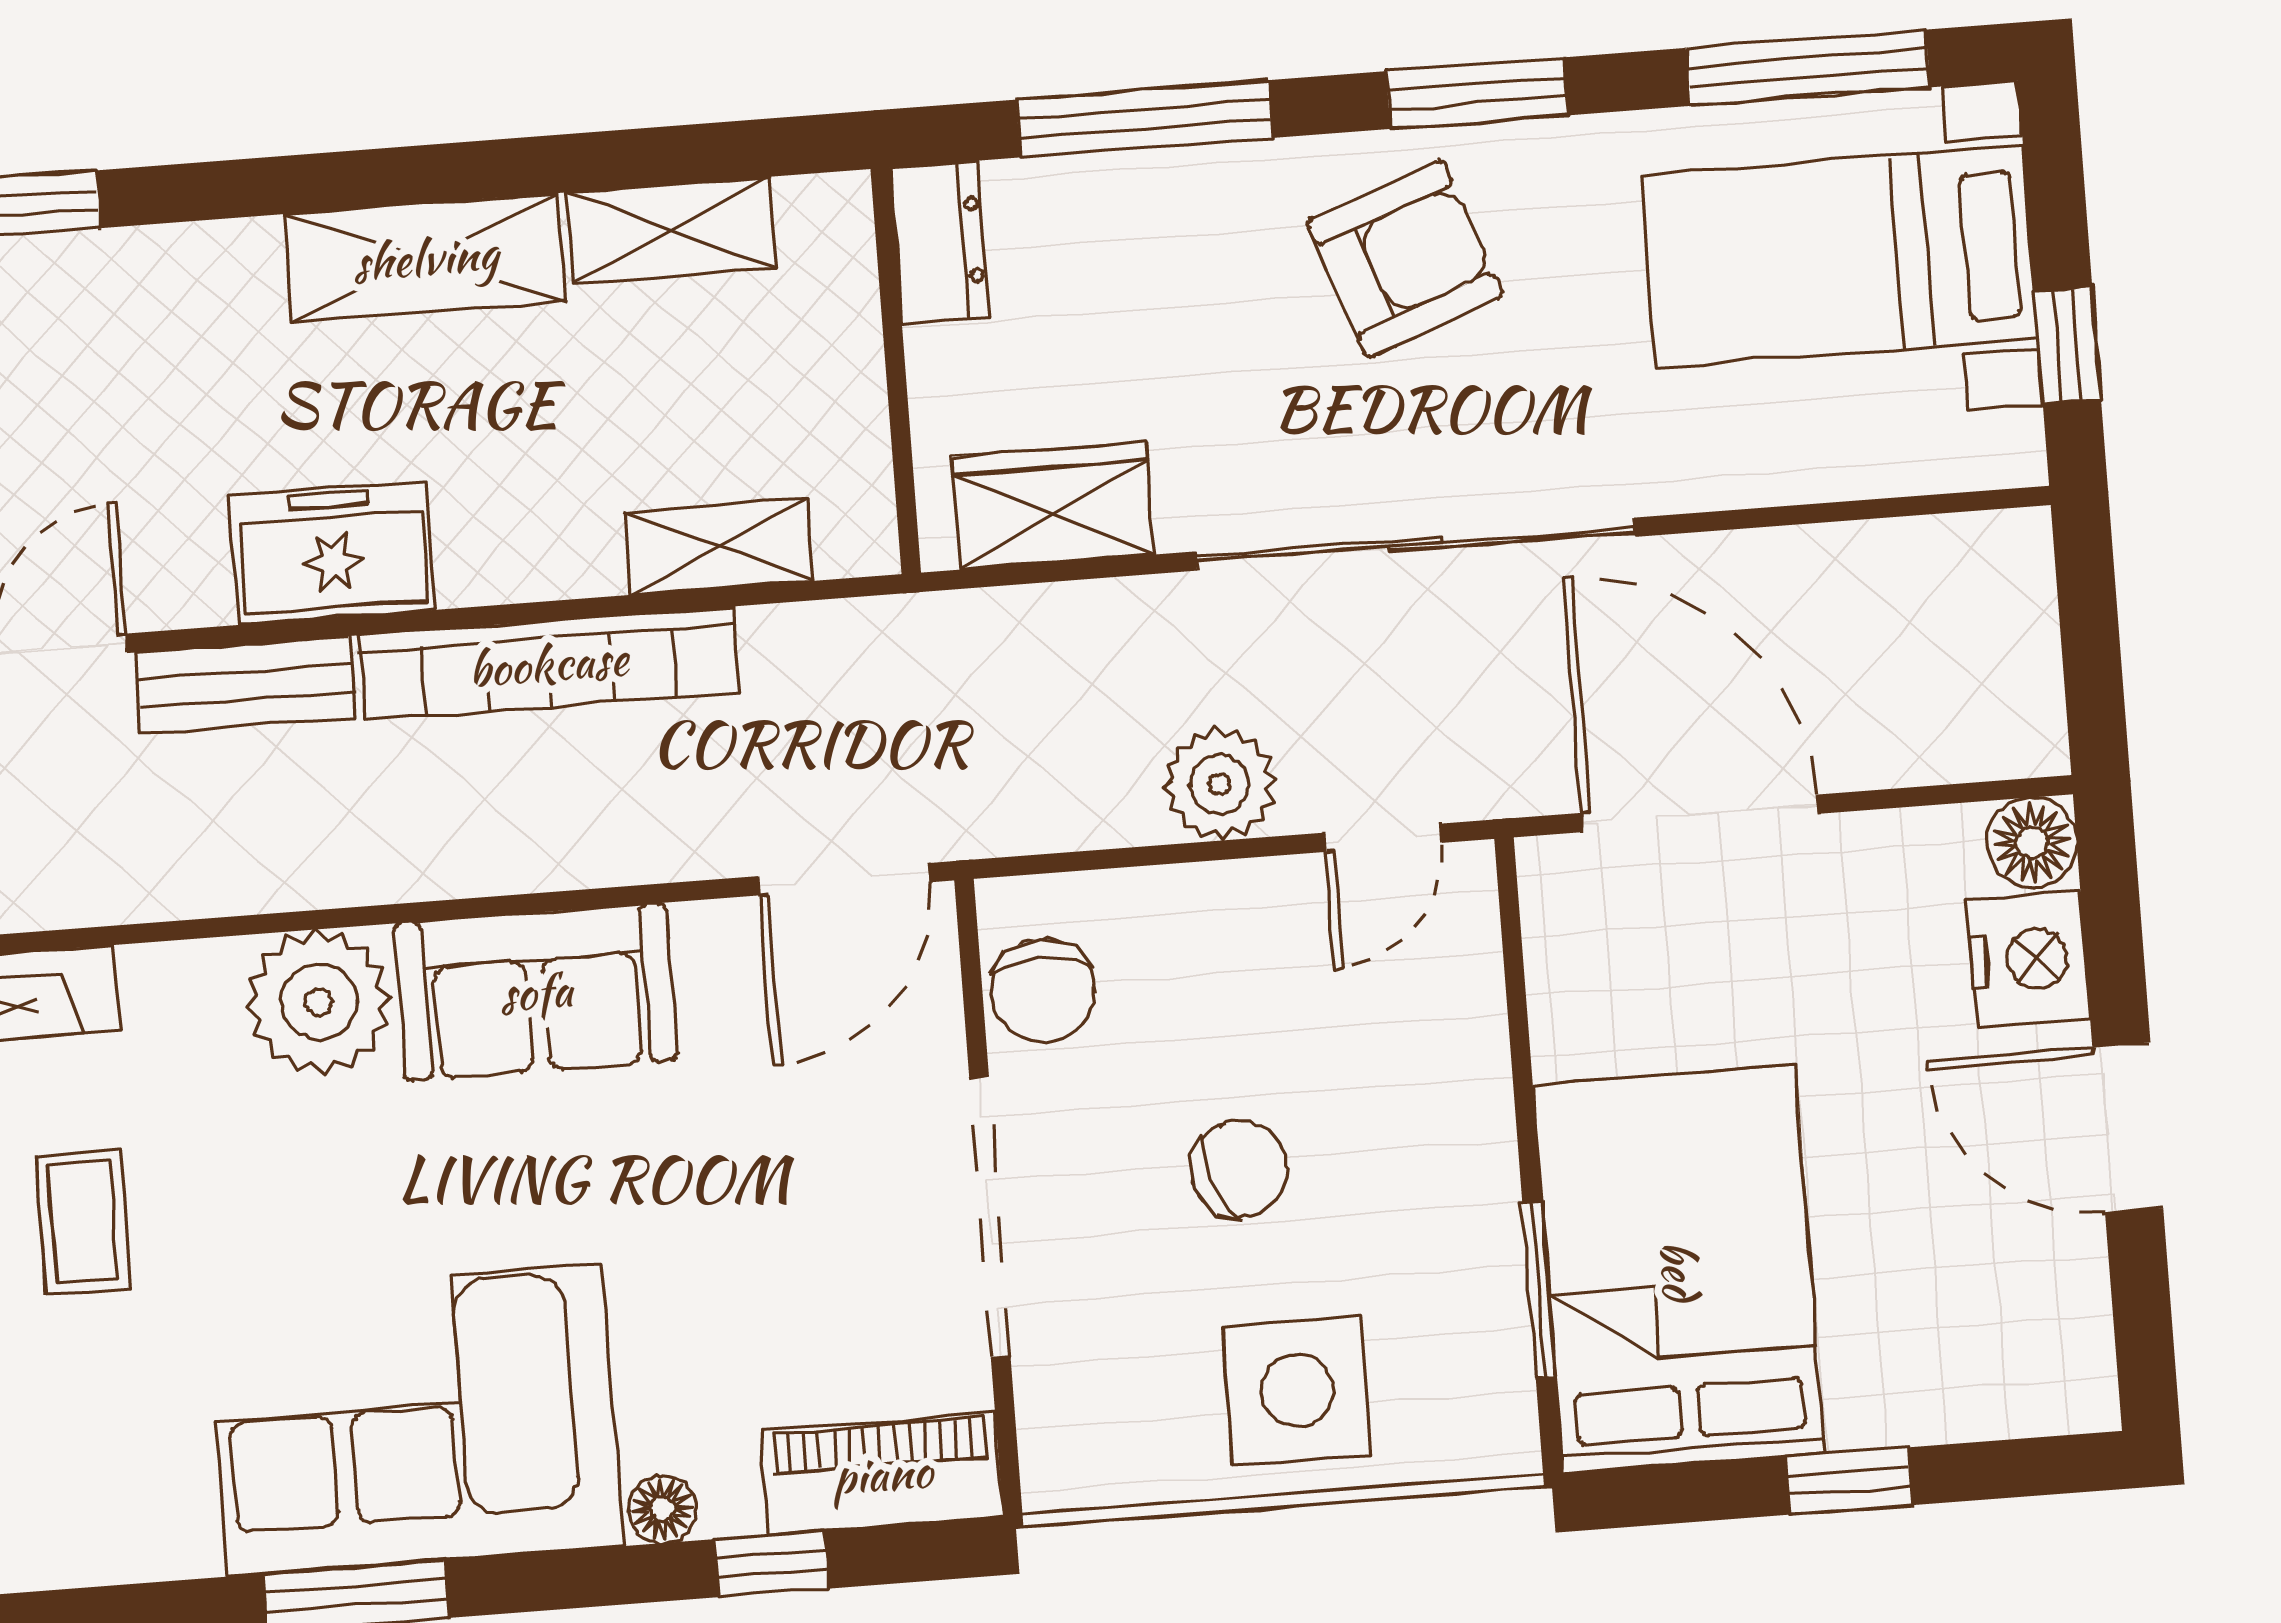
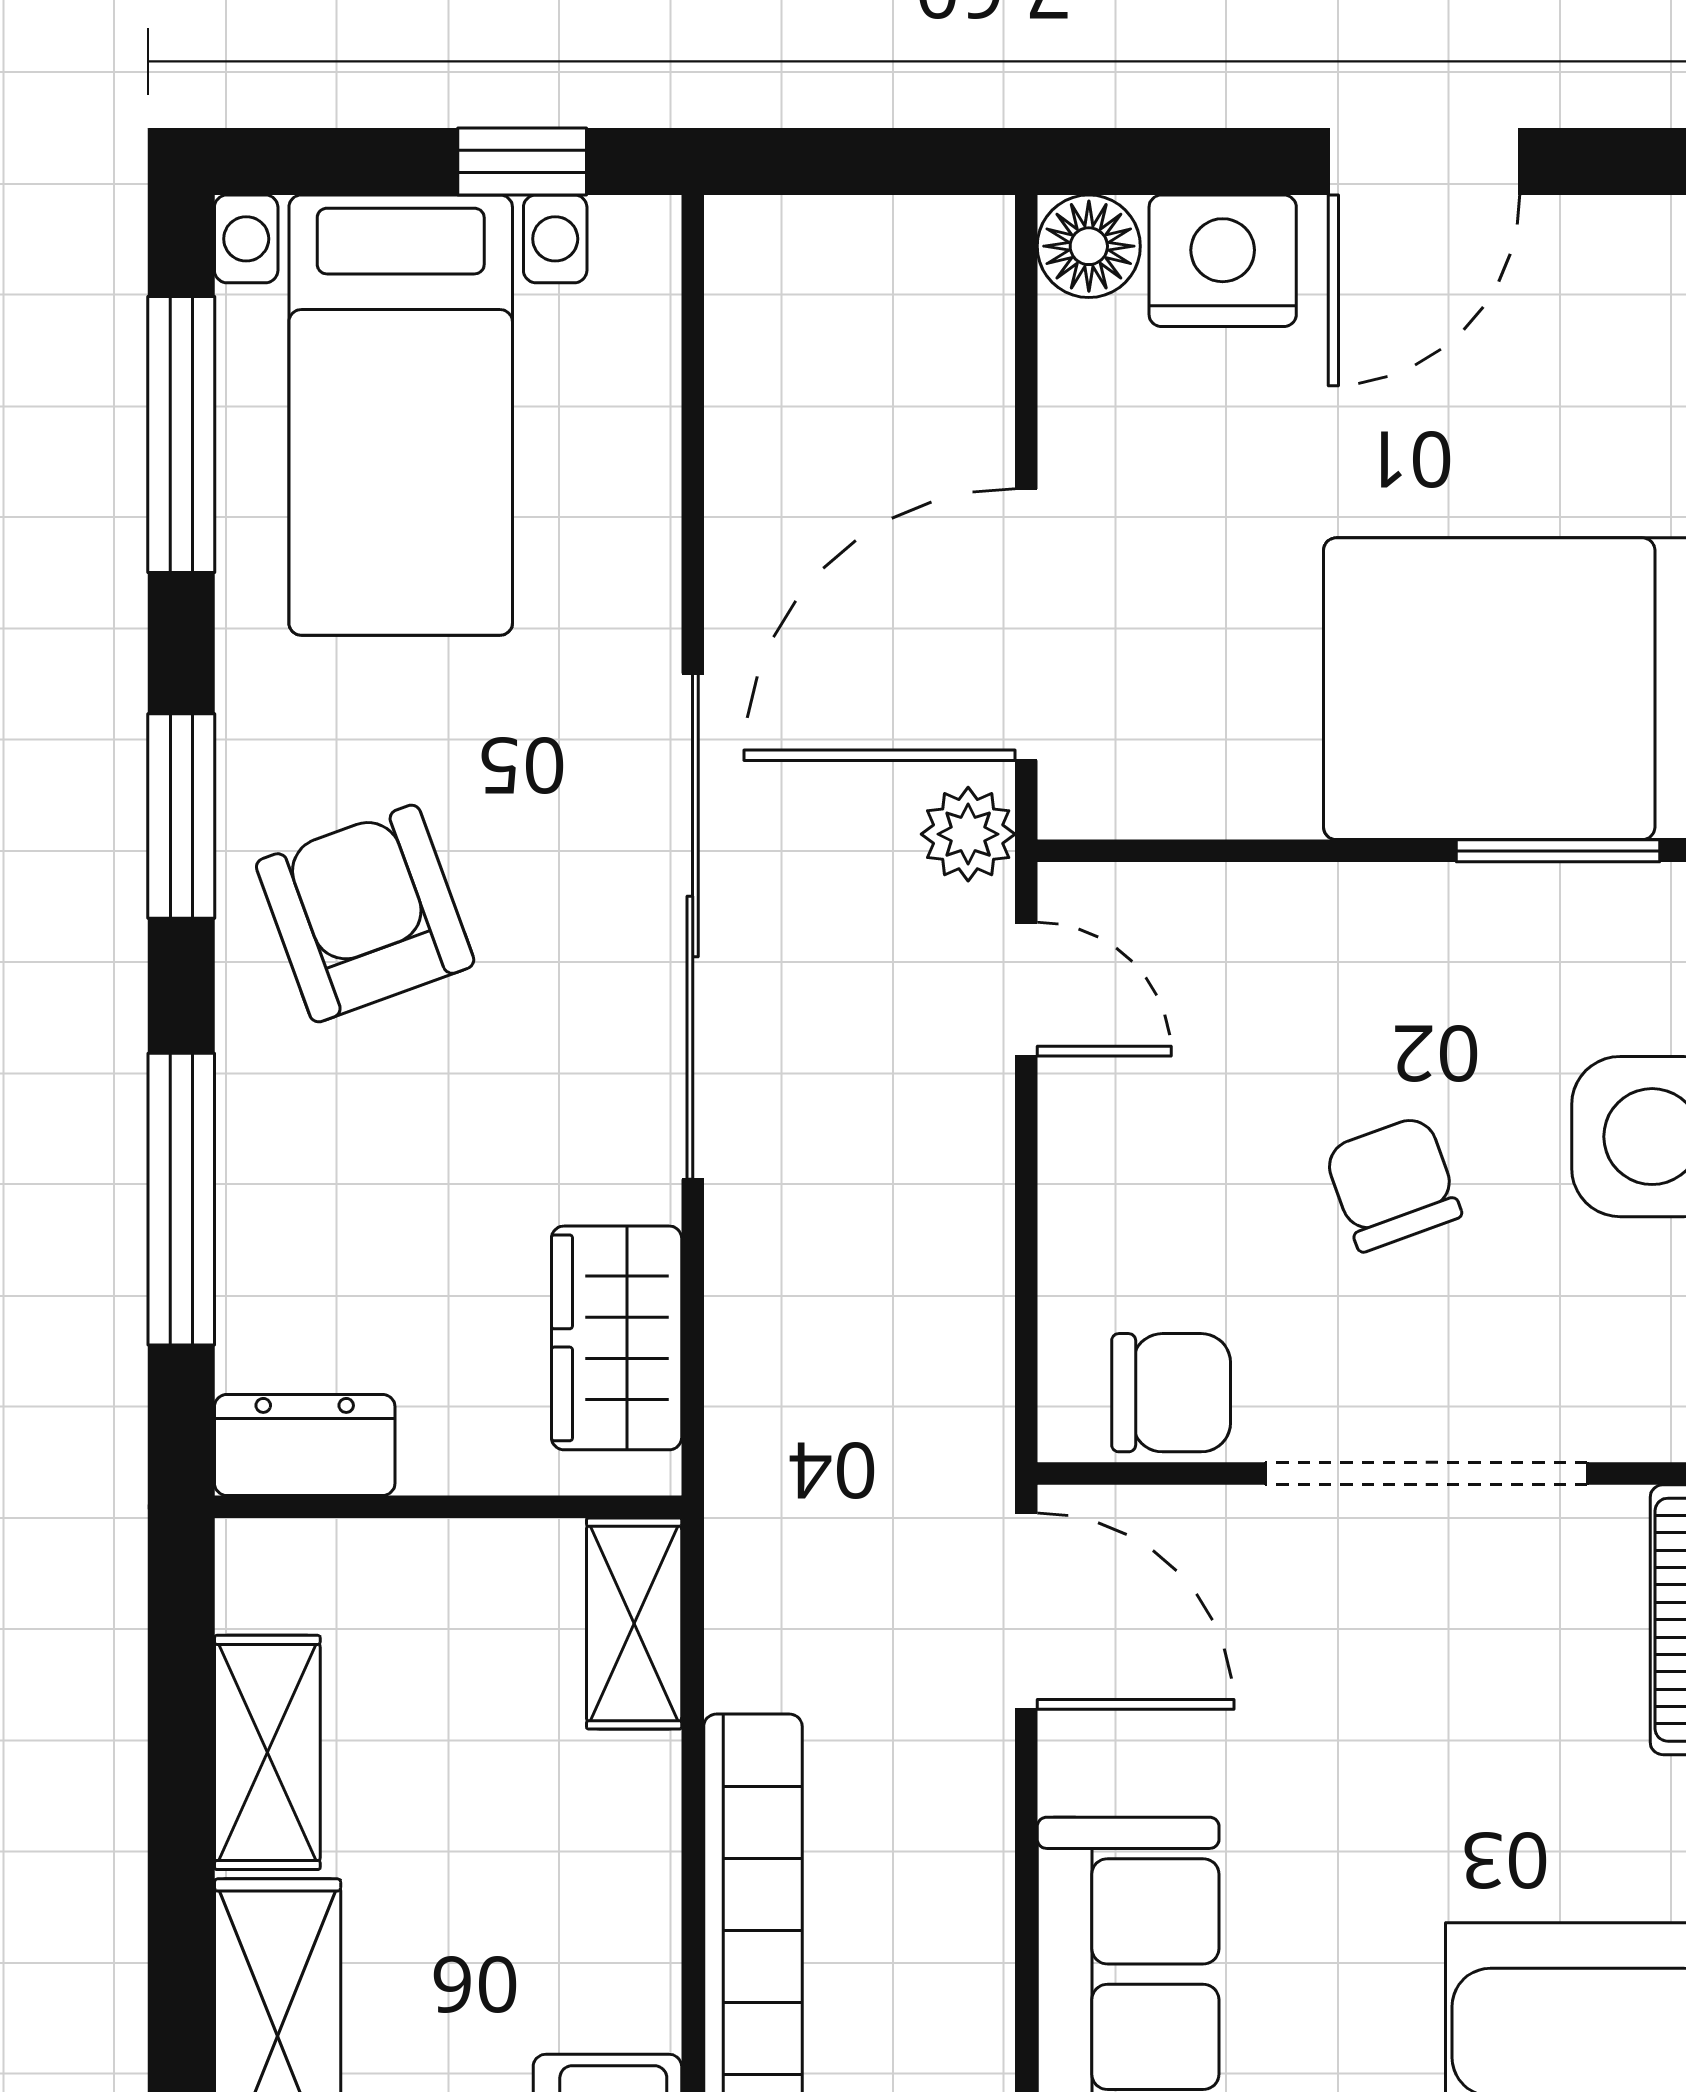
shelving: (719, 547) -> (634, 1624), moved
plant: (1220, 784) -> (968, 834), moved, width x0.73, depth x0.73

